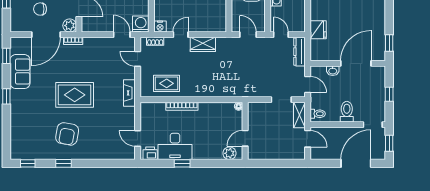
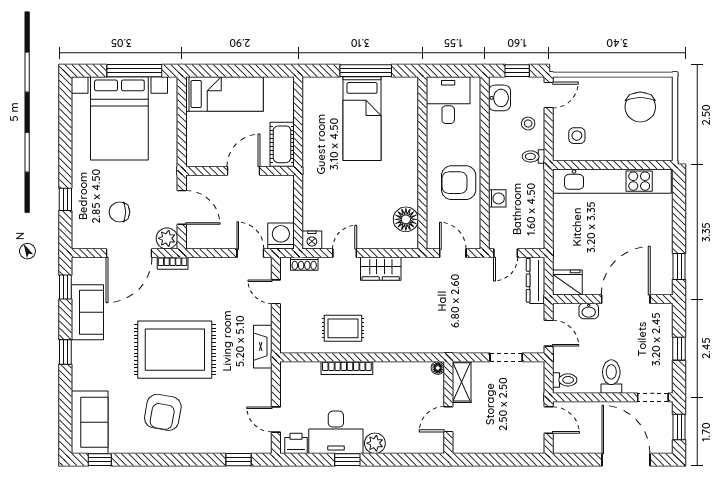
floor lamp: (219, 14) -> (406, 219), added
fridge: (318, 30) -> (567, 282), moved, turned -90
door: (281, 35) -> (506, 253), swing flipped
rug: (167, 83) -> (343, 328), moved
rug: (75, 95) -> (175, 350), width x1.37, depth x1.44
shelving: (299, 115) -> (462, 382), moved
sofa: (21, 140) -> (90, 422), added
plant: (229, 153) -> (375, 443), moved
window: (63, 163) -> (239, 460), moved
door: (356, 163) -> (626, 460), hinge flipped

